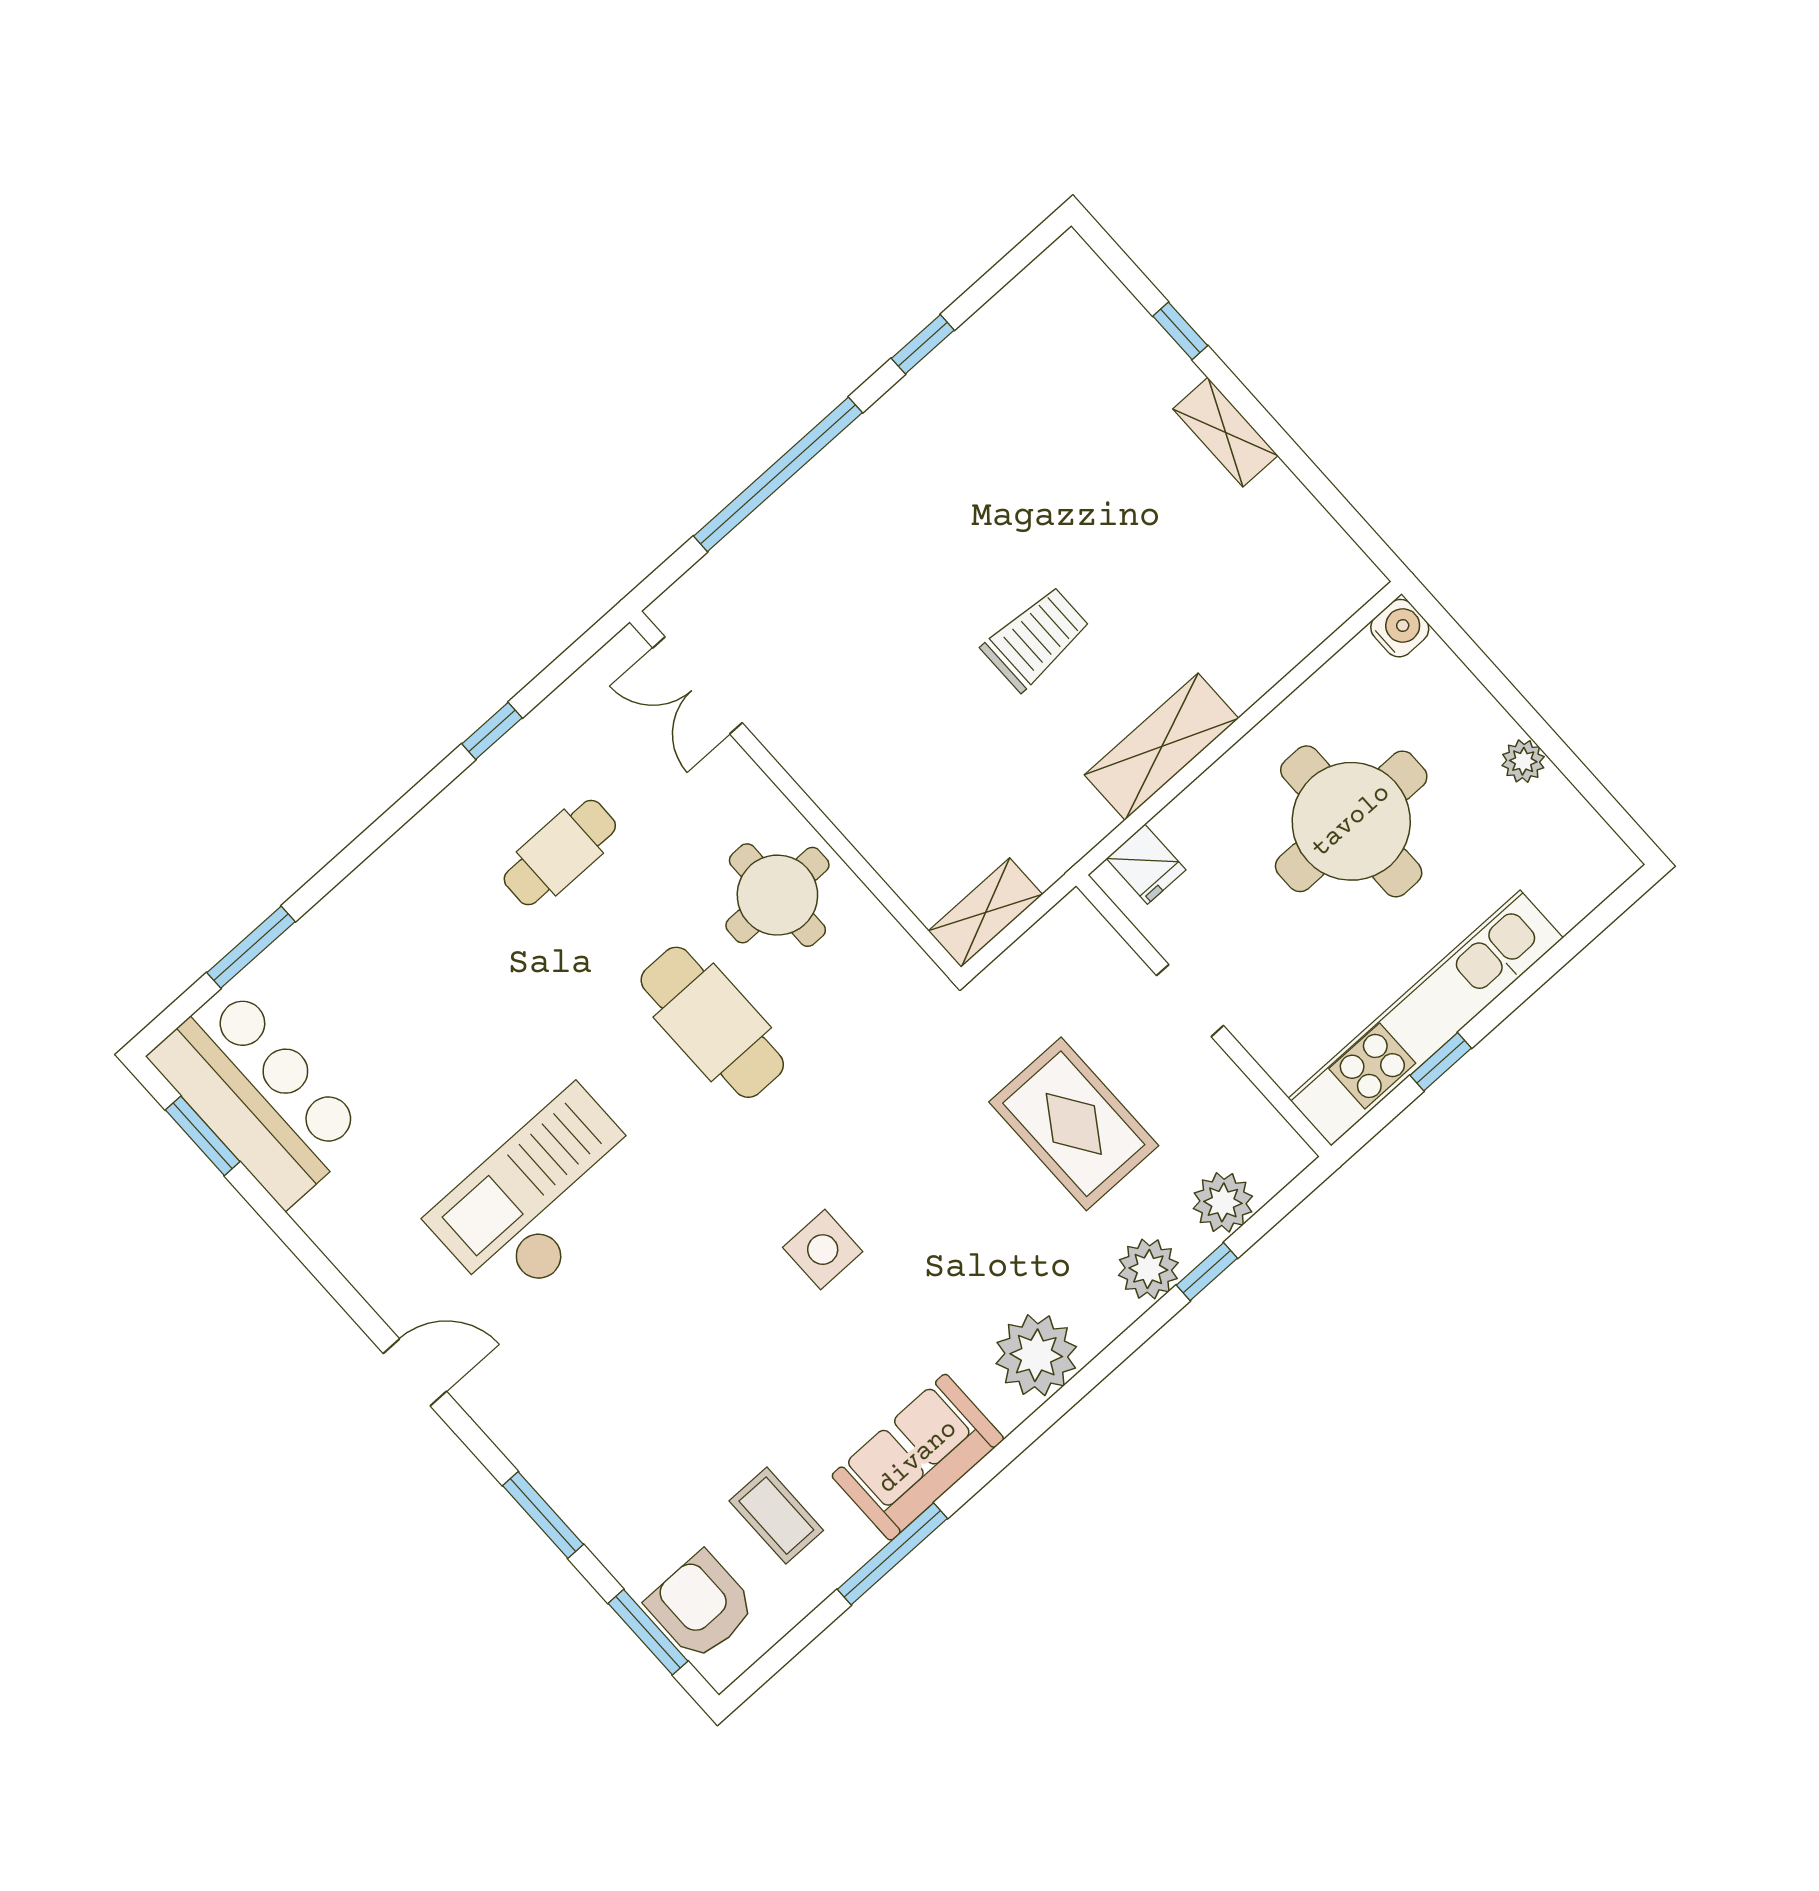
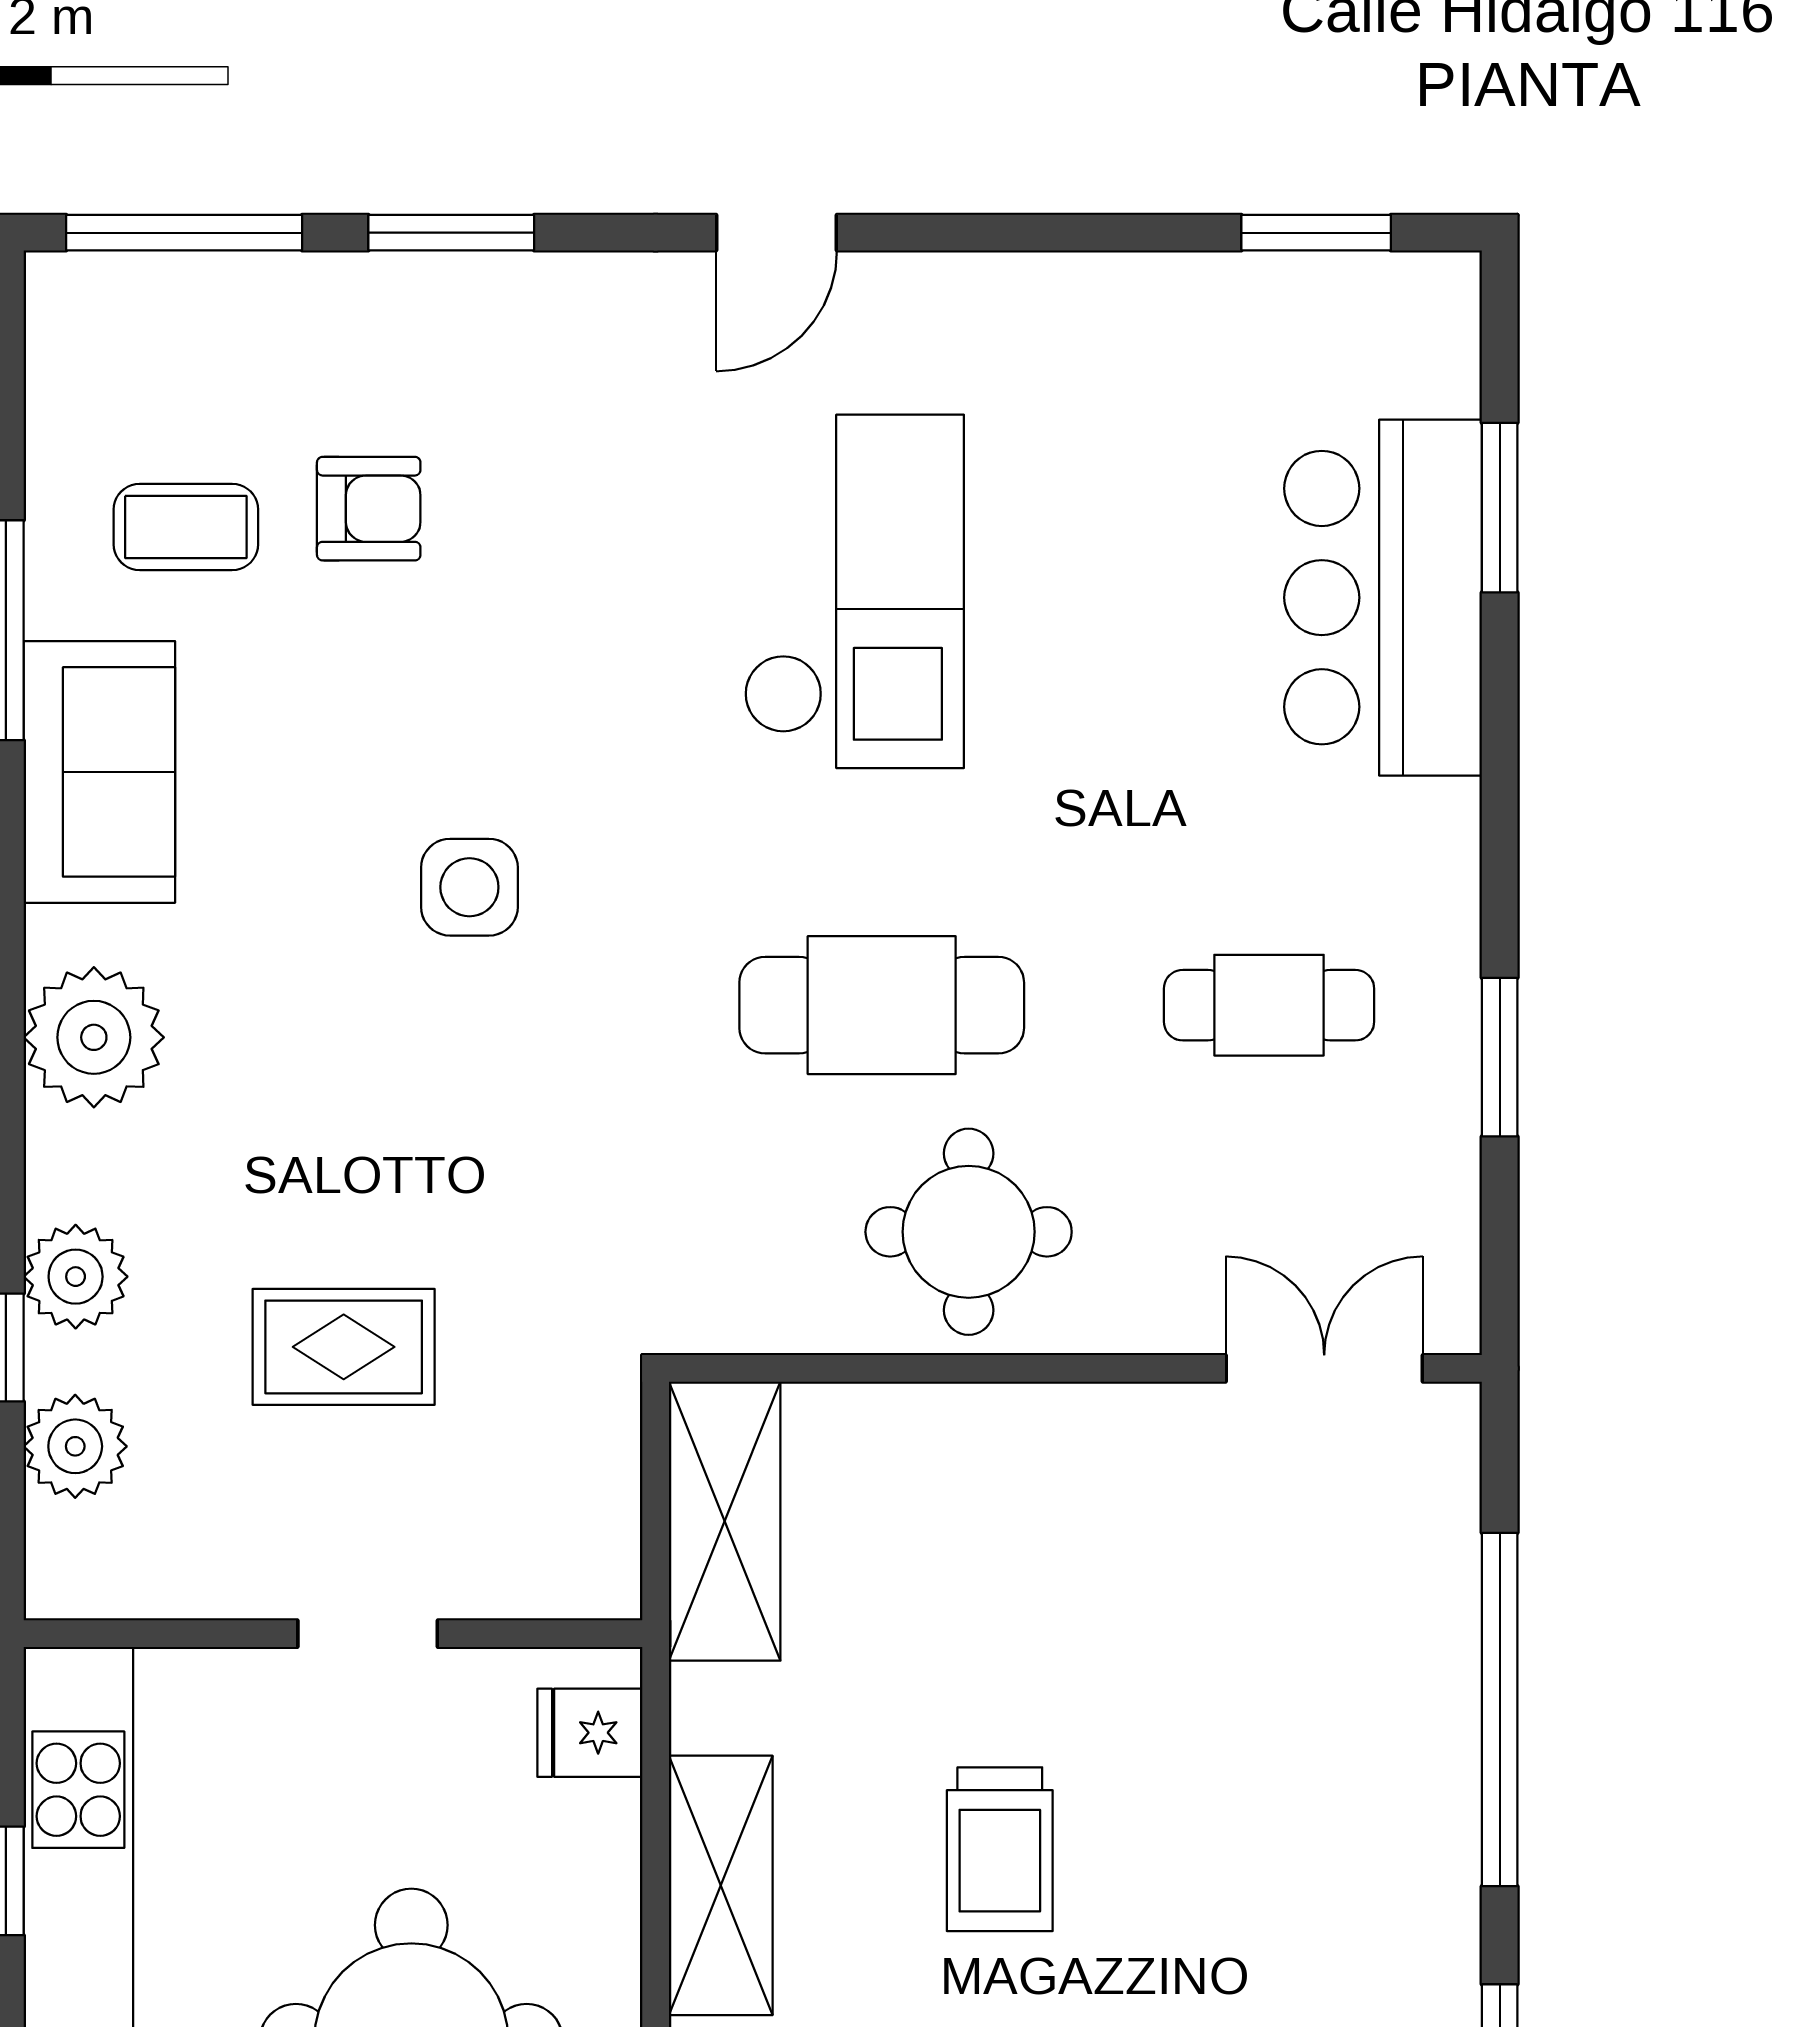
window: (492, 731) -> (1500, 1057), width x1.50
cafe table: (560, 853) -> (1269, 1005), turned 90
shelving: (985, 913) -> (725, 1521), width x1.50, depth x1.33
bar counter: (258, 1095) -> (1383, 598), moved, turned 90
rug: (1074, 1124) -> (344, 1347), width x0.73, depth x0.70
armchair: (701, 1606) -> (369, 509), moved, width x0.72, depth x0.72
window: (648, 1632) -> (184, 233), width x1.44

